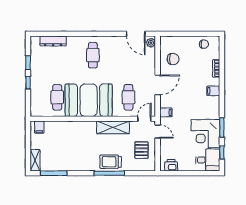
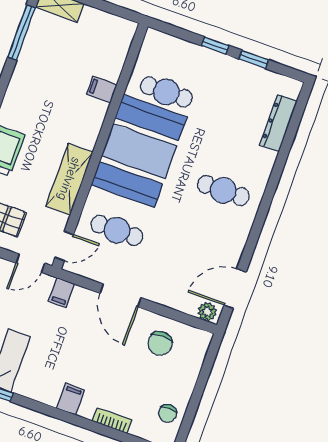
door: (144, 119) -> (64, 246), hinge flipped
filing cabinet: (39, 127) -> (102, 89), moved

